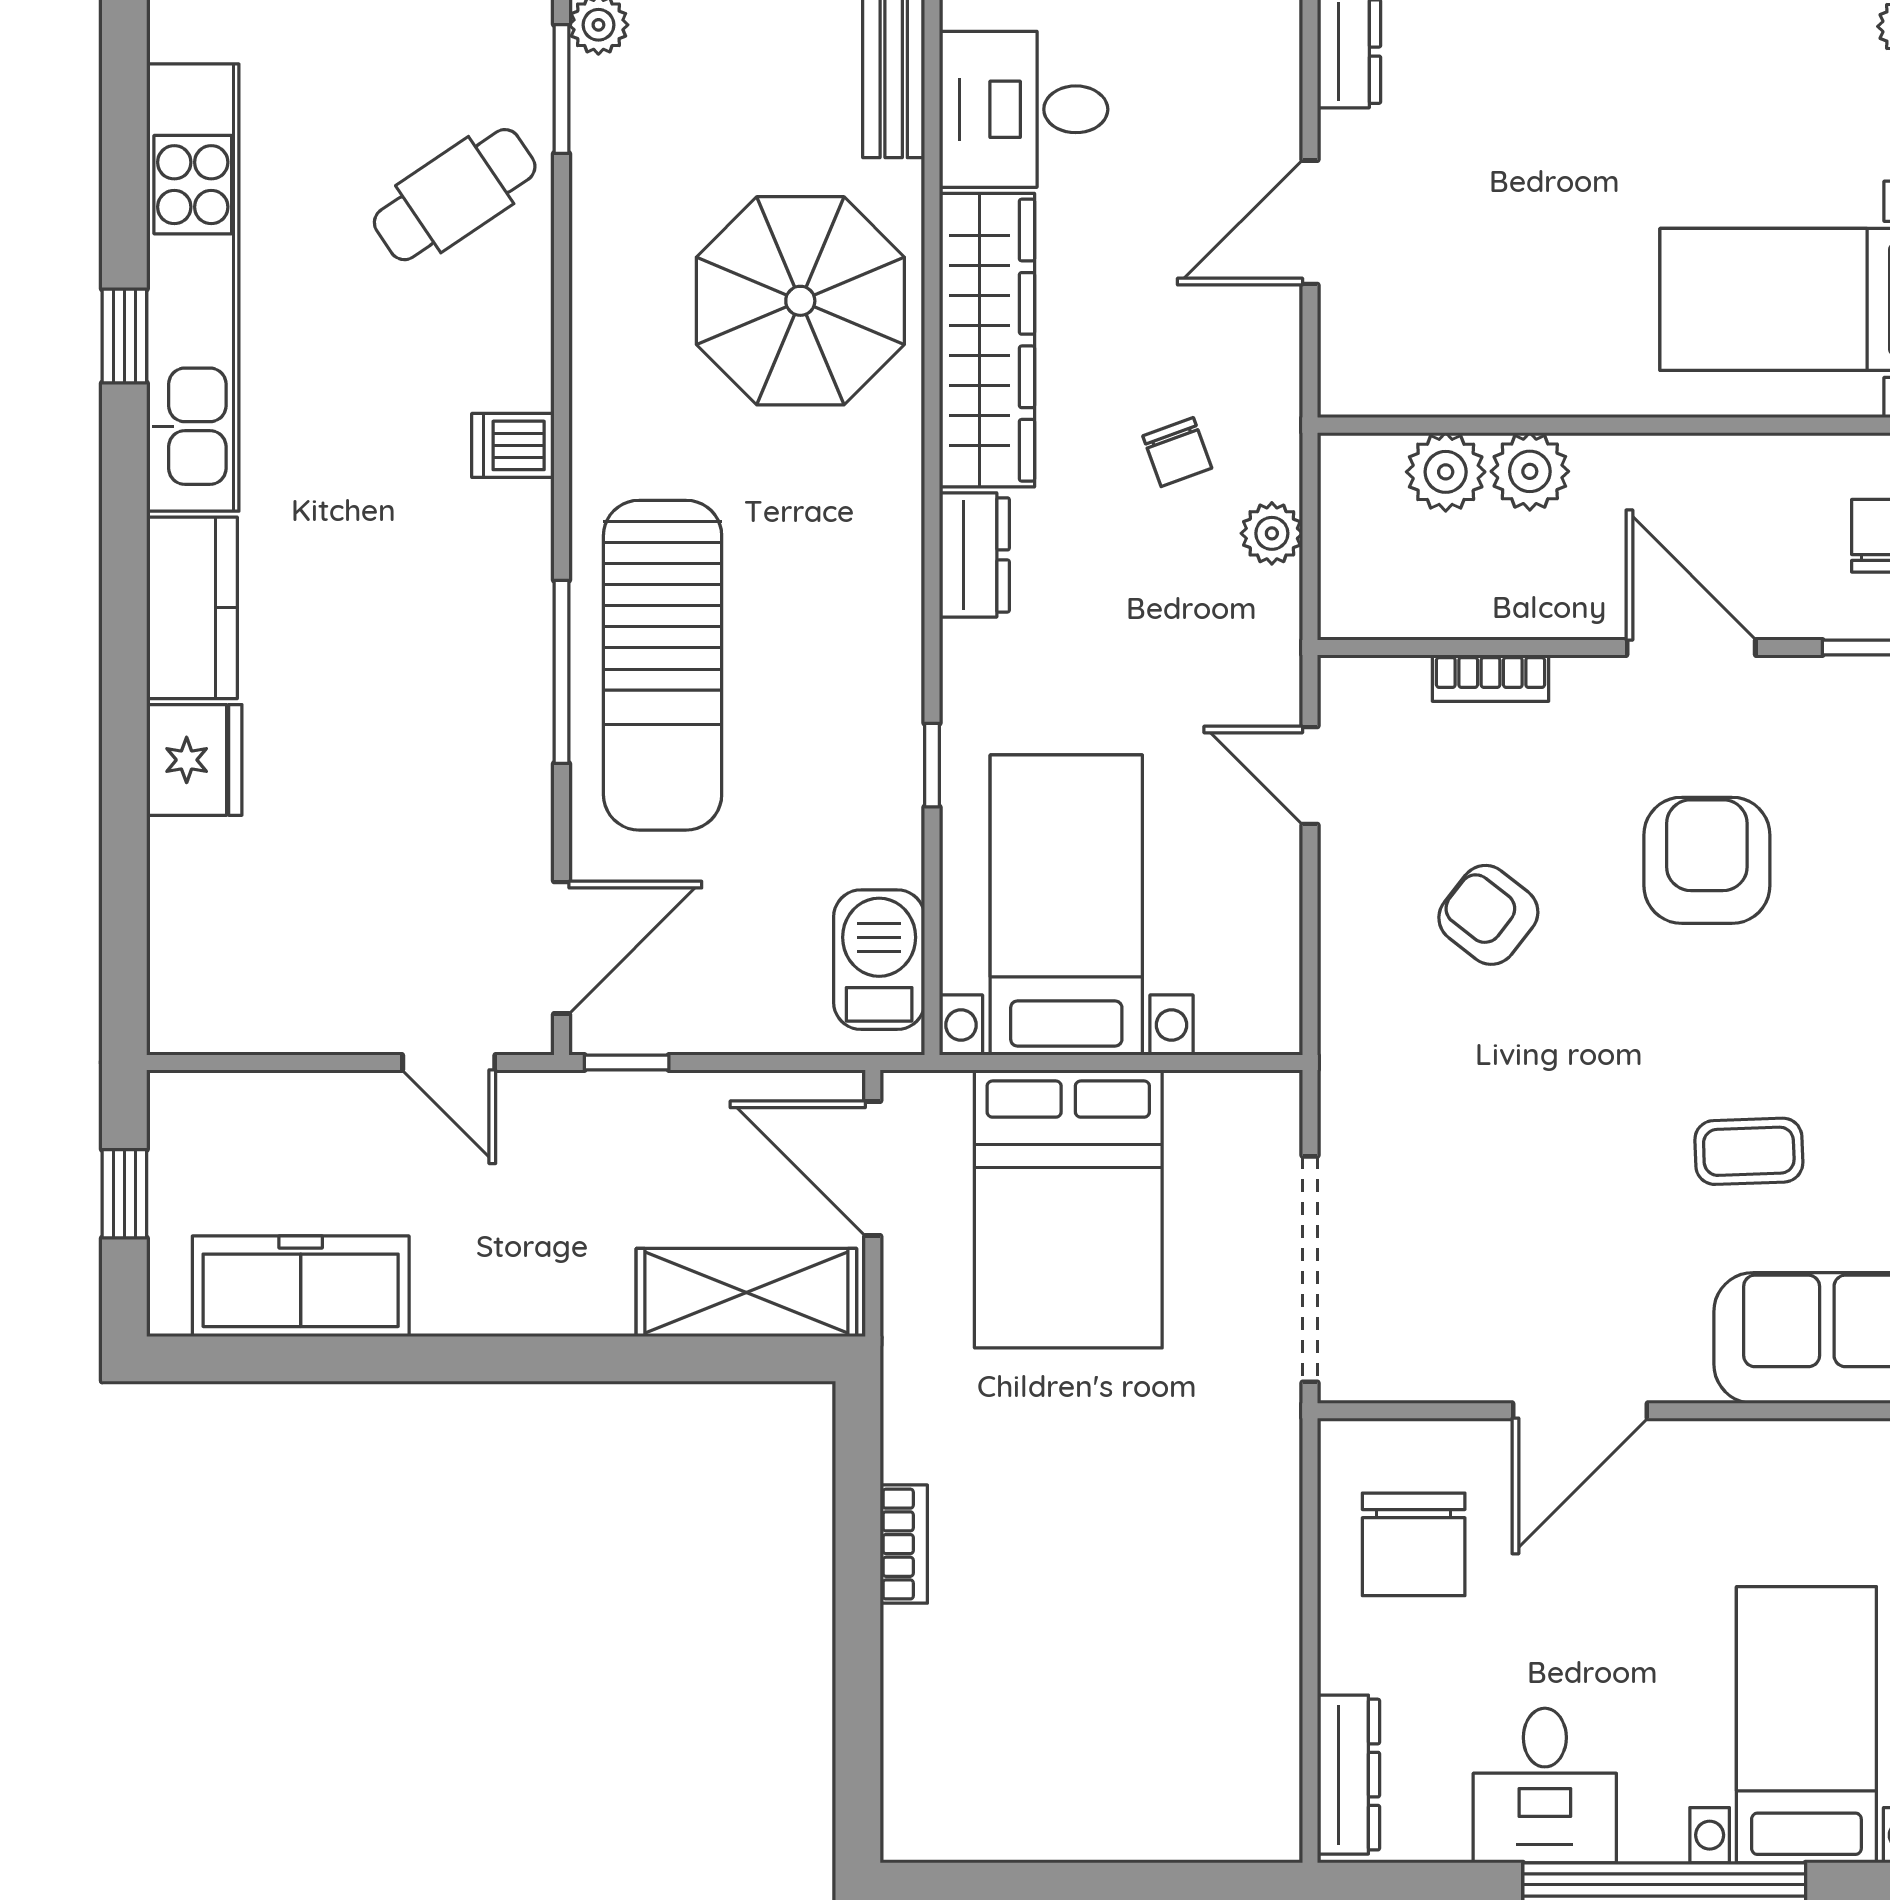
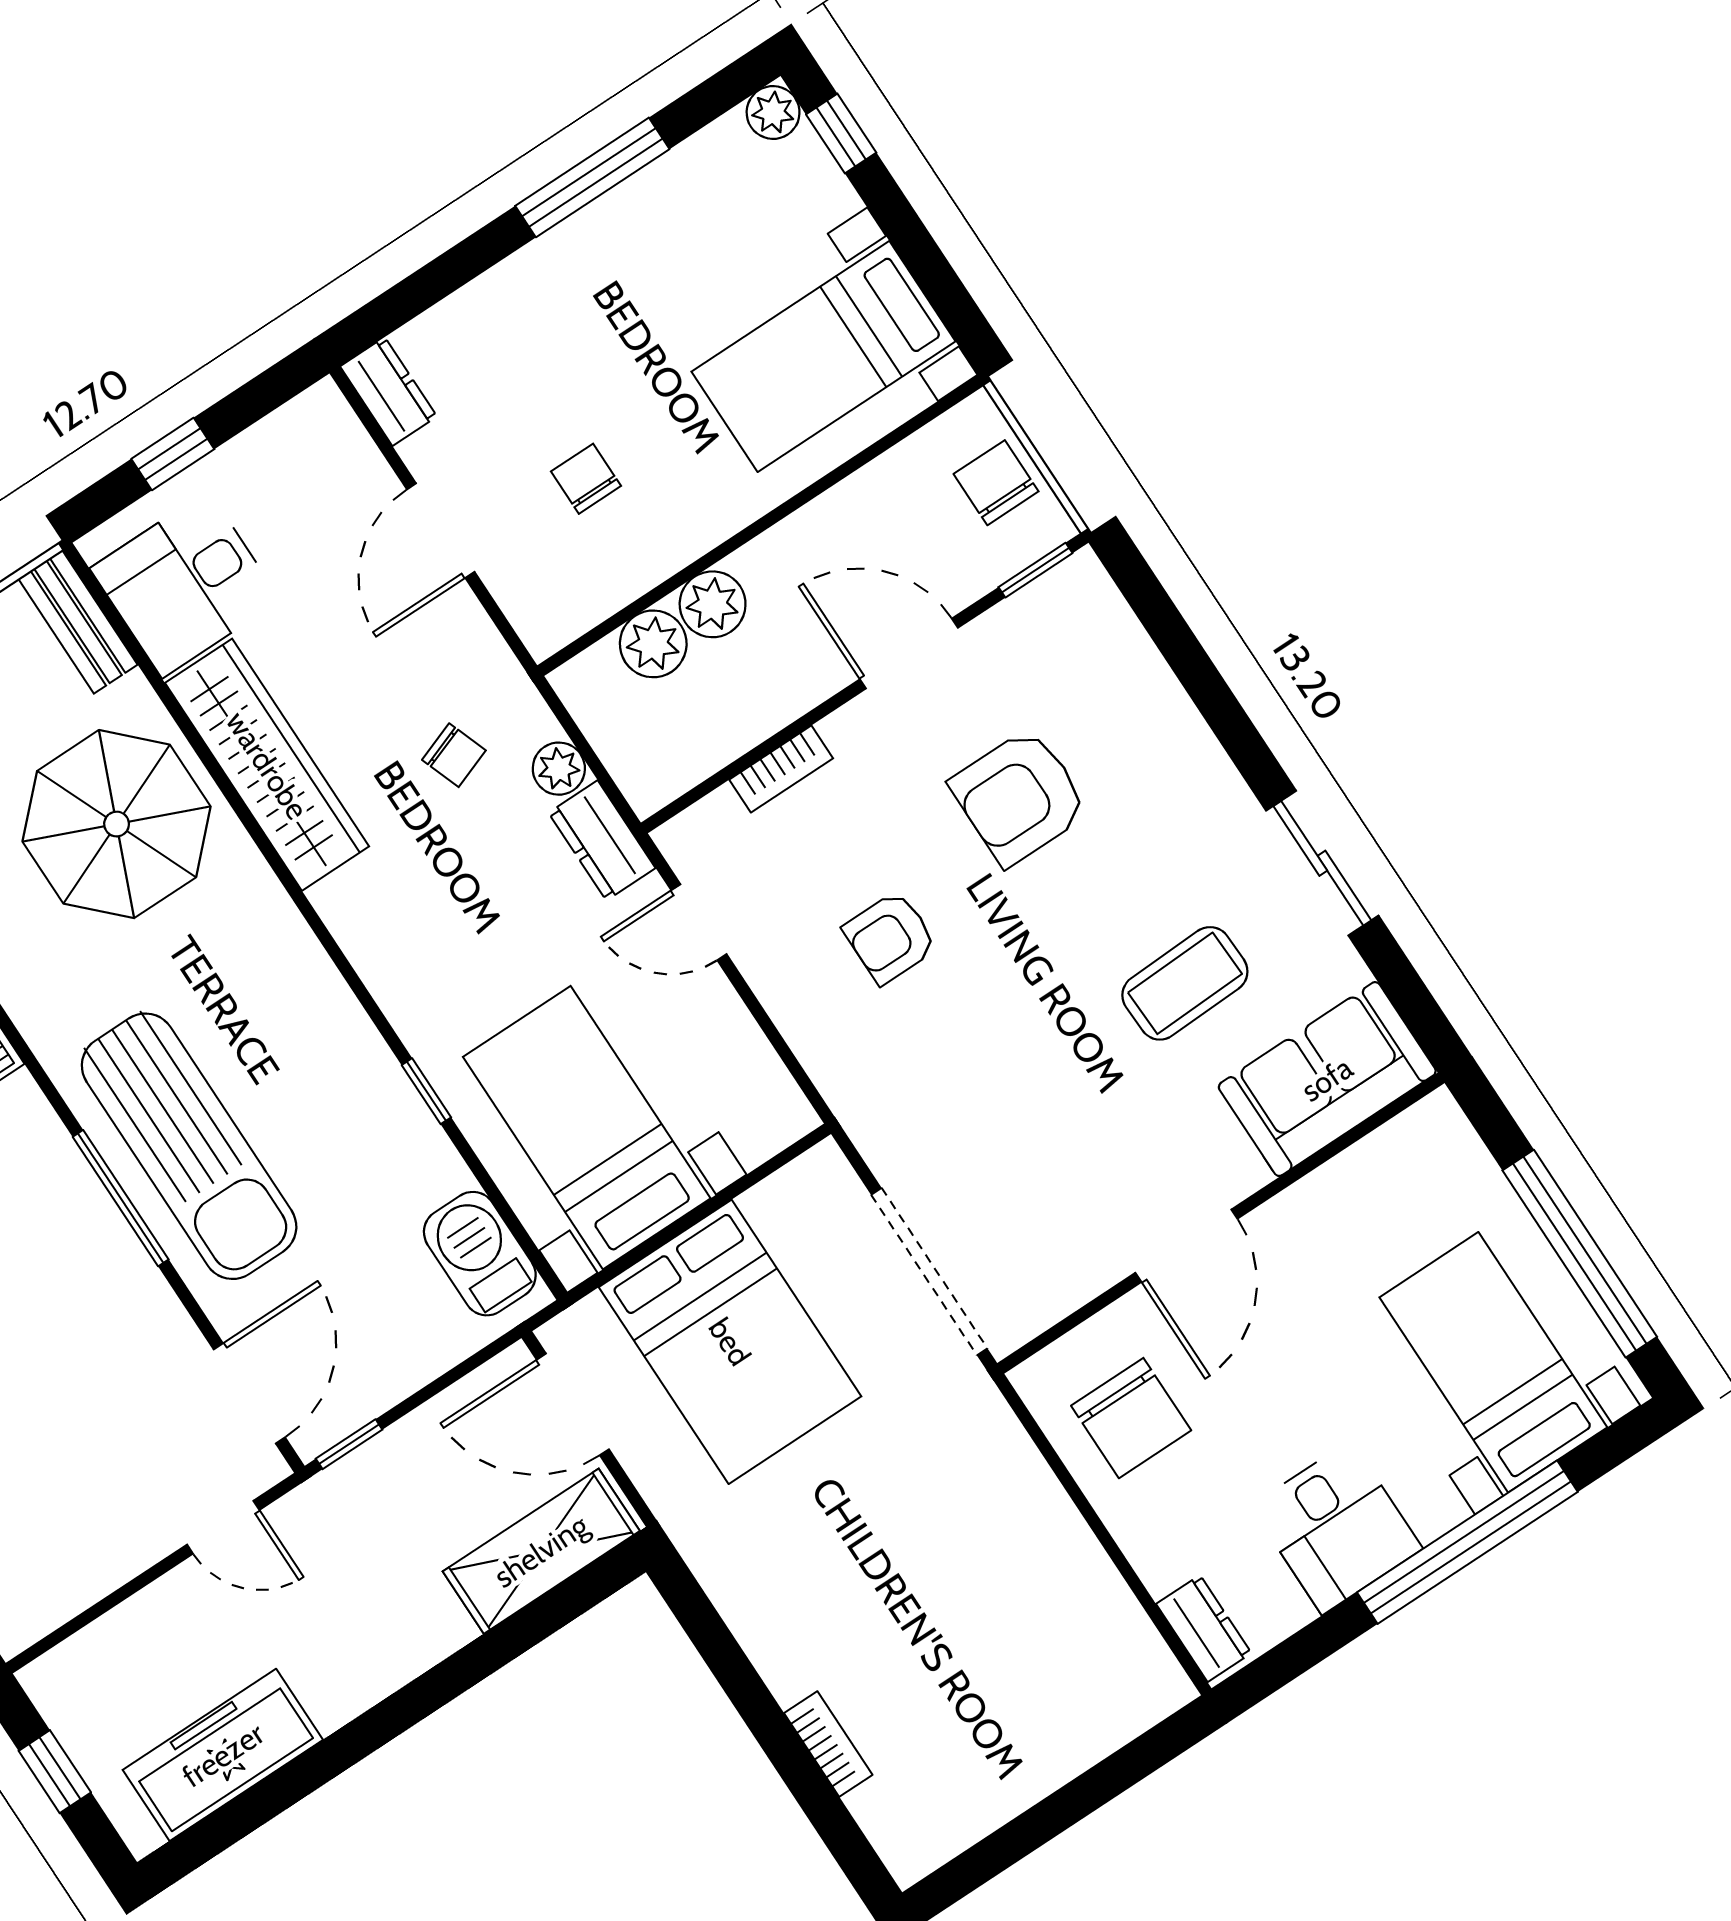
chair: (1487, 266) -> (586, 479), added
dresser: (974, 555) -> (602, 840), moved, turned 180
armchair: (1707, 860) -> (1019, 797), turned -90
armchair: (1488, 915) -> (890, 938), turned -38
coffee table: (1749, 1151) -> (1185, 983), width x1.36, depth x1.30
bookcase: (904, 1544) -> (828, 1744), moved
dresser: (1349, 1775) -> (1204, 1629), width x0.70

